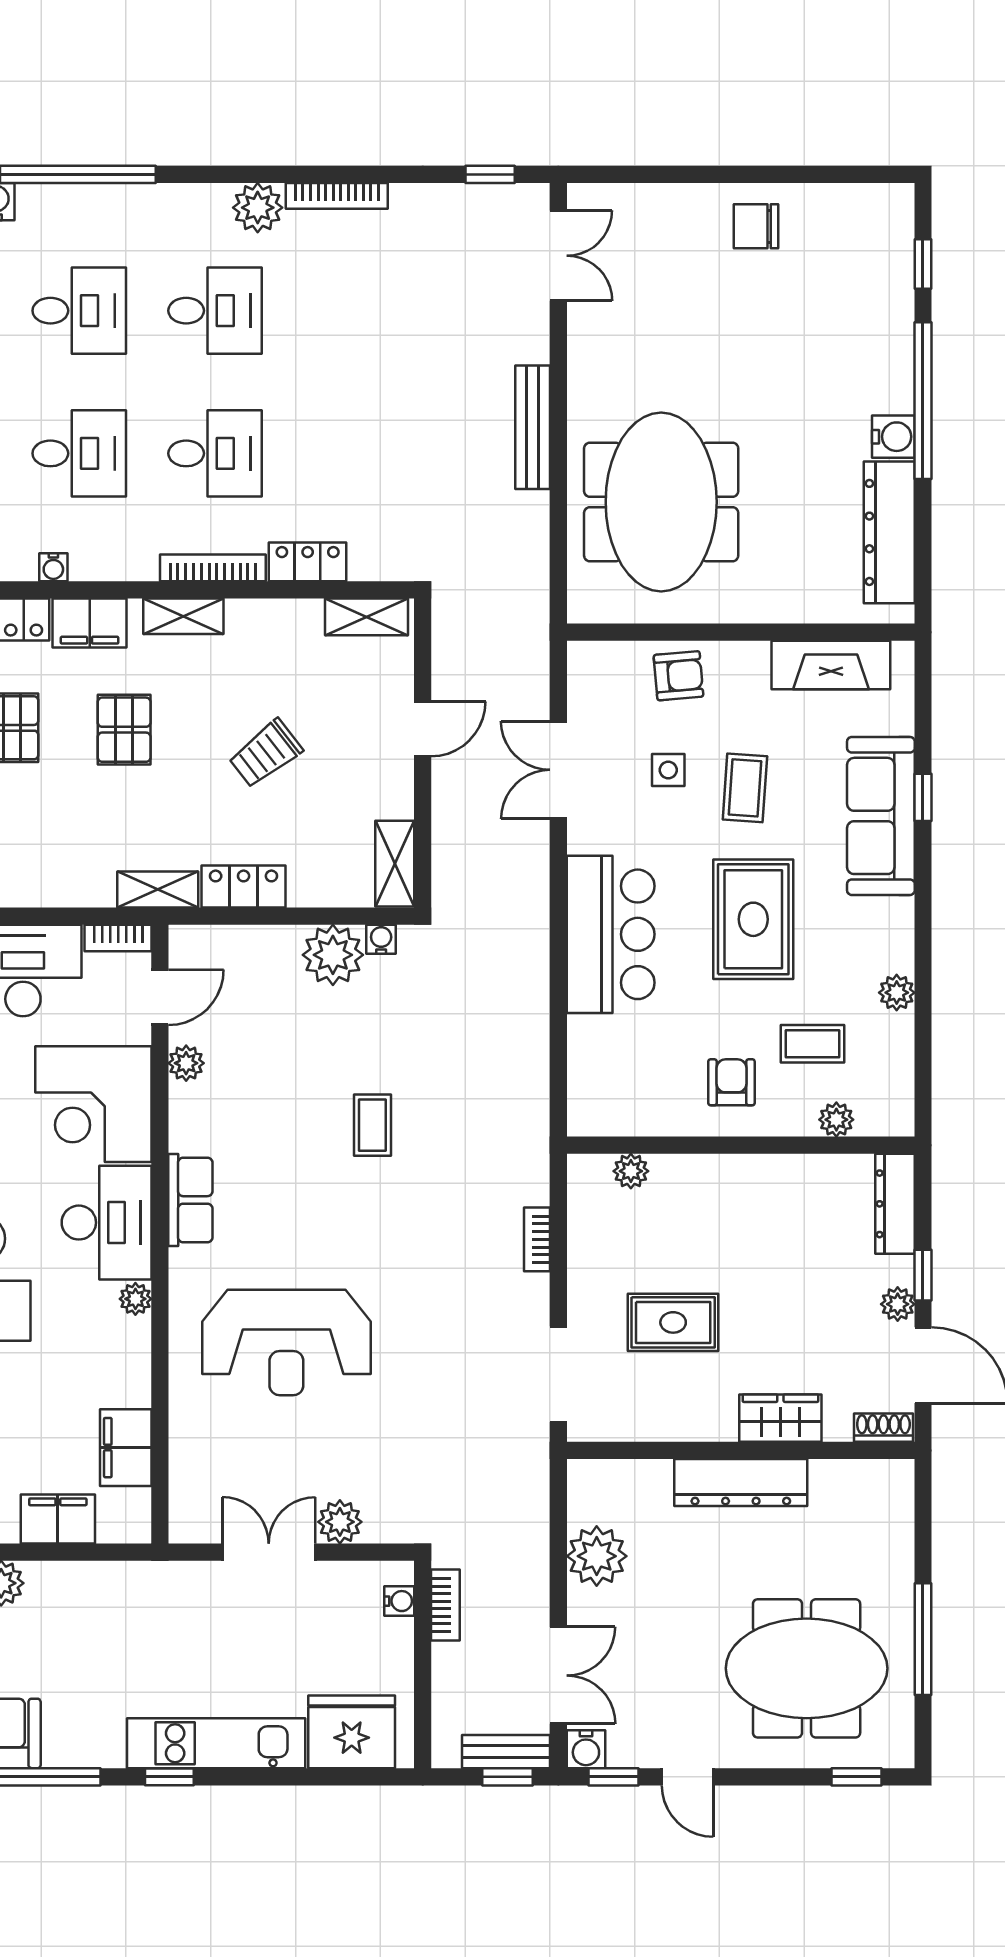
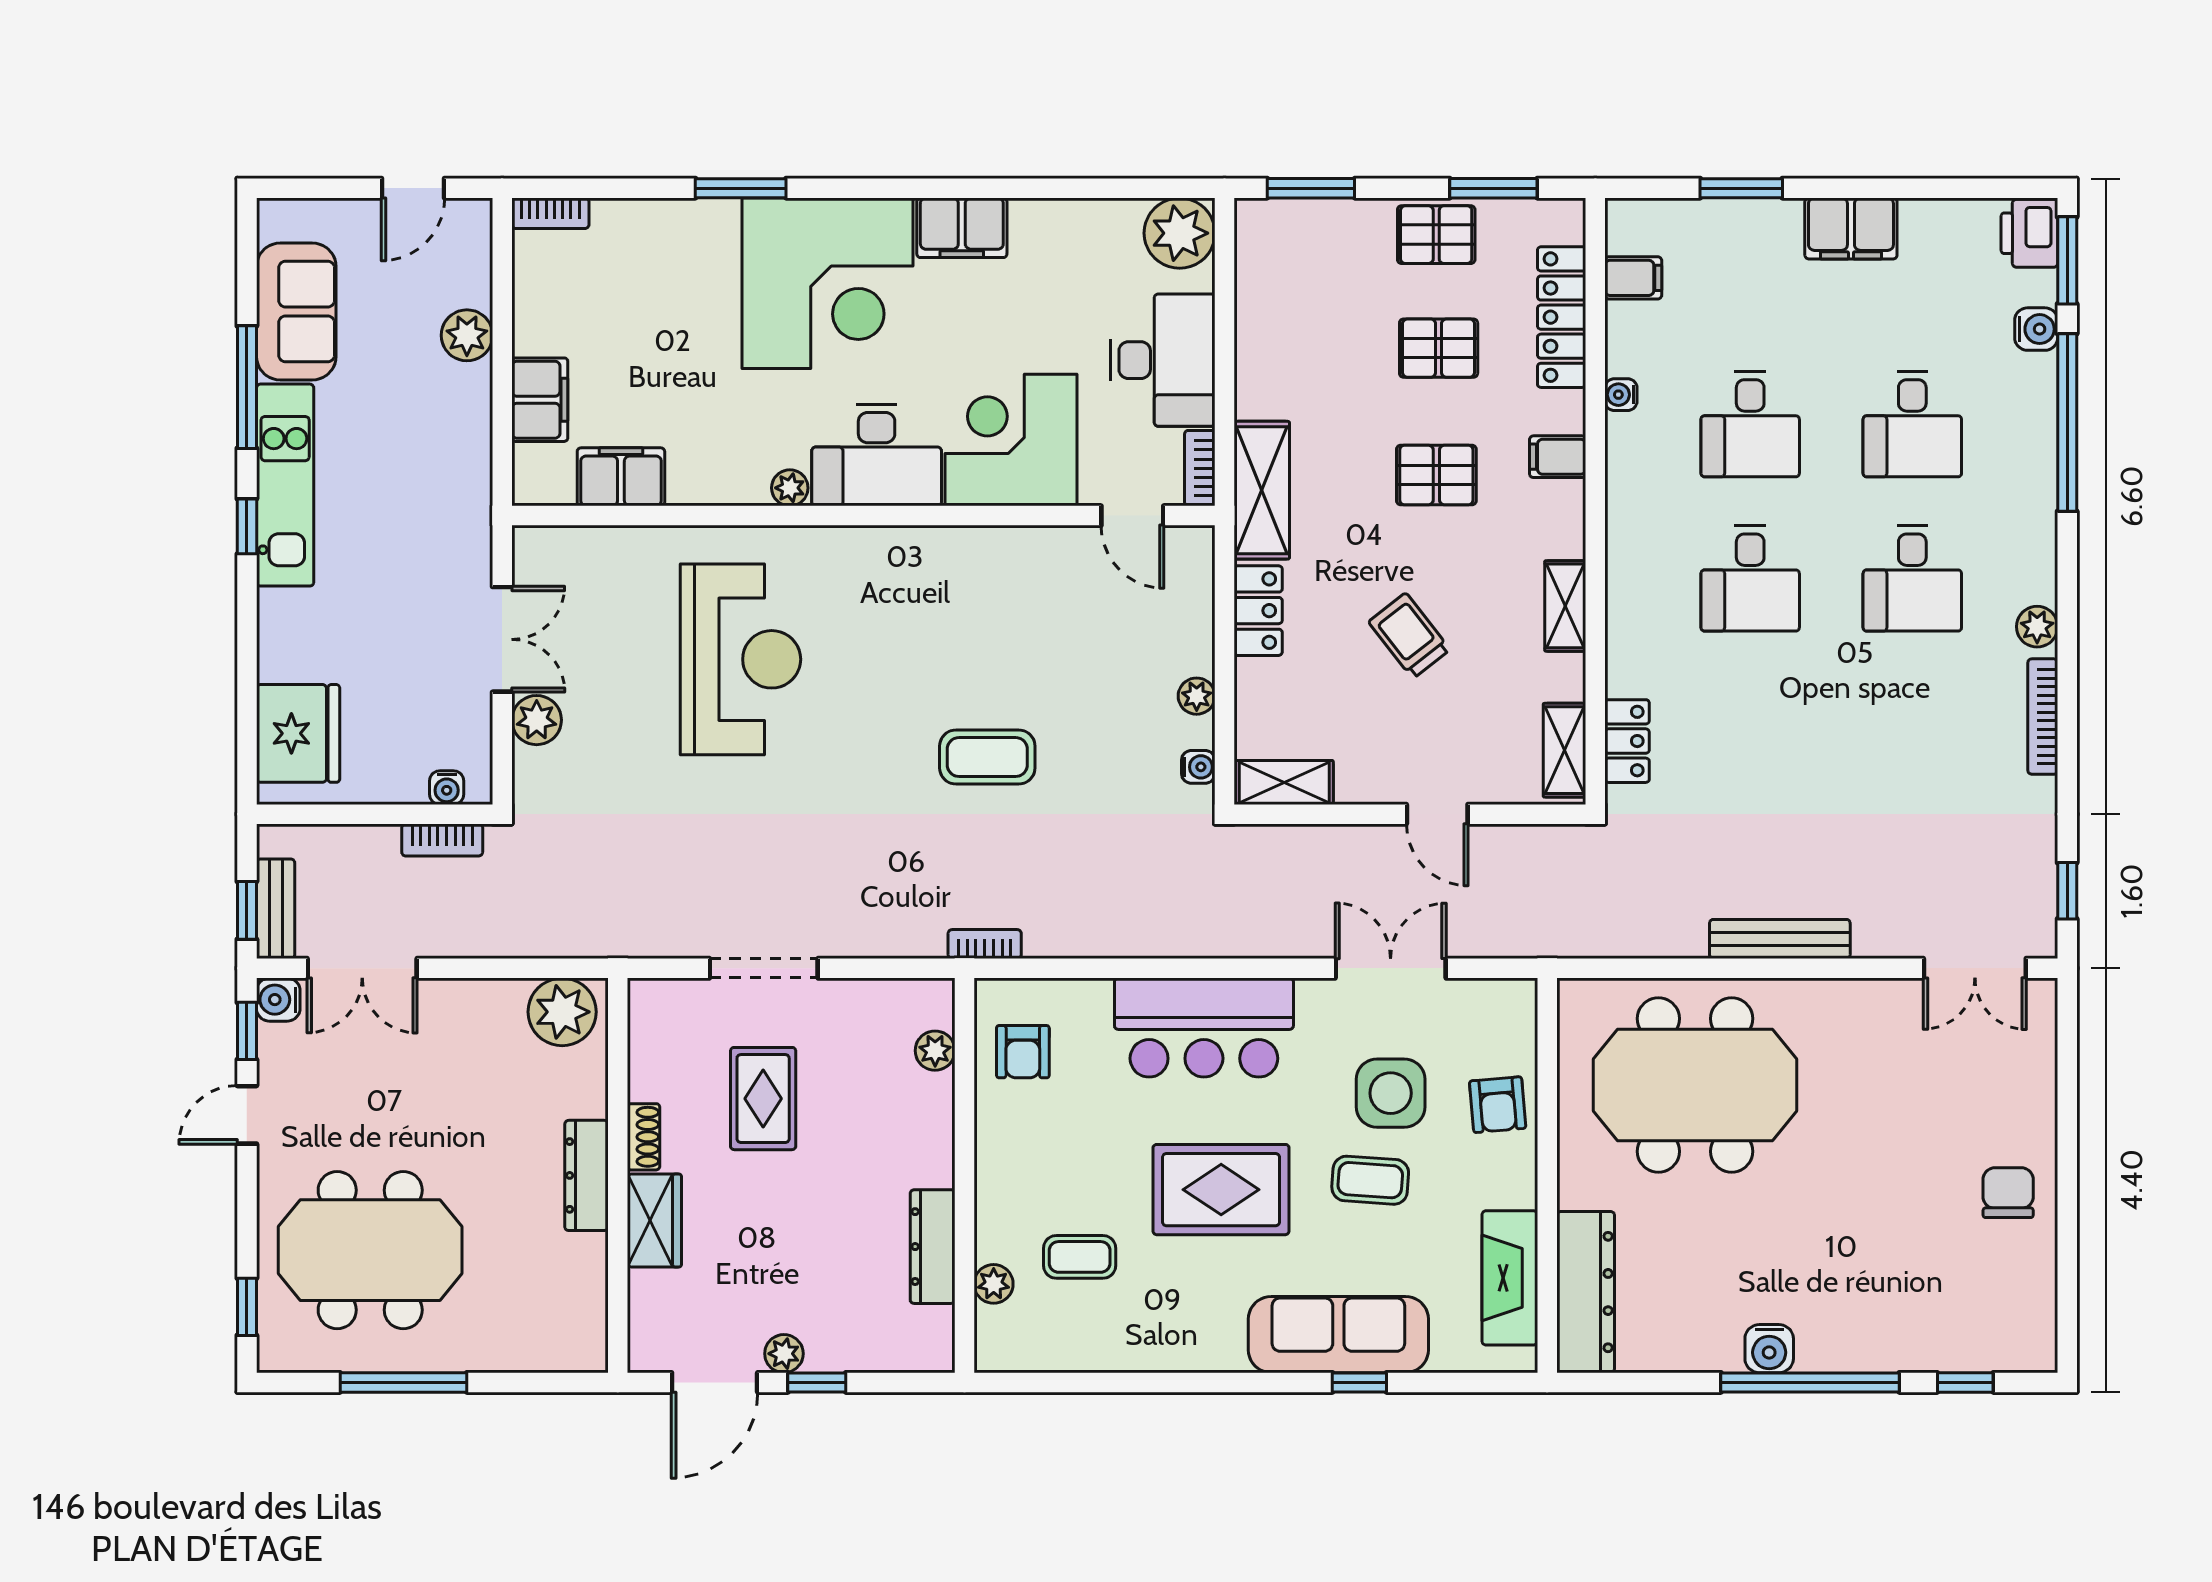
plant: (258, 208) -> (2037, 627), width x0.73, depth x0.73
dresser: (889, 532) -> (1586, 1292), moved, turned 90
locker: (308, 562) -> (1627, 741), moved
bookcase: (213, 568) -> (1620, 576), removed
shelving: (183, 616) -> (1565, 606), moved
filing cabinet: (90, 623) -> (1558, 457), width x0.50
side table: (668, 770) -> (1391, 1093), width x1.87, depth x1.87
shelving: (158, 890) -> (1262, 490), width x1.50, depth x1.33
plant: (333, 955) -> (1197, 696), width x0.53, depth x0.53
plant: (897, 993) -> (1138, 1353), removed
coffee table: (813, 1044) -> (1080, 1257), turned 90
plant: (186, 1063) -> (1058, 545), removed
armchair: (731, 1082) -> (1023, 1052), moved, turned 90
coffee table: (372, 1125) -> (987, 757), width x1.36, depth x1.30
row of seats: (190, 1200) -> (902, 550), removed
dresser: (895, 1204) -> (933, 1247), moved, turned -90
bookcase: (537, 1239) -> (985, 944), moved
reception desk: (286, 1342) -> (740, 659), turned 180
doorway: (558, 1374) -> (764, 968), moved
shoe rack: (883, 1428) -> (644, 1137), moved
dresser: (741, 1483) -> (587, 1175), width x0.73, depth x0.80
plant: (597, 1556) -> (562, 1012), moved
meeting table: (807, 1668) -> (370, 1250), turned 90
kitchen unit: (216, 1743) -> (285, 485), moved

